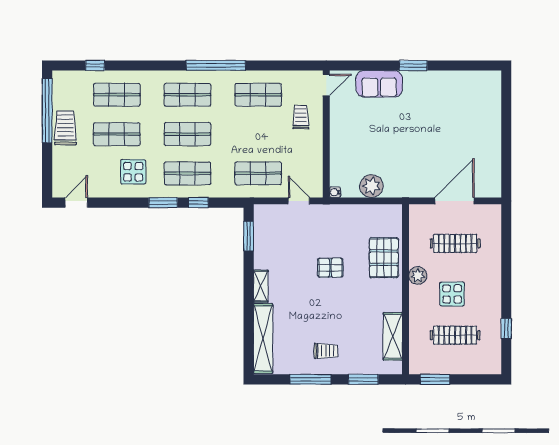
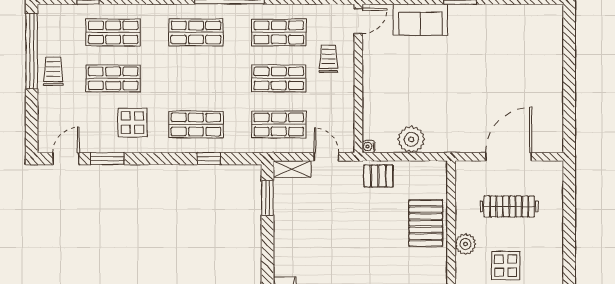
trolley: (65, 128) -> (53, 71), width x0.73, depth x0.72
shop shelf: (187, 134) -> (279, 78), moved
window: (163, 203) -> (107, 159), moved
pallet: (330, 268) -> (378, 176), moved
shelving: (261, 286) -> (292, 169), moved, turned 90

